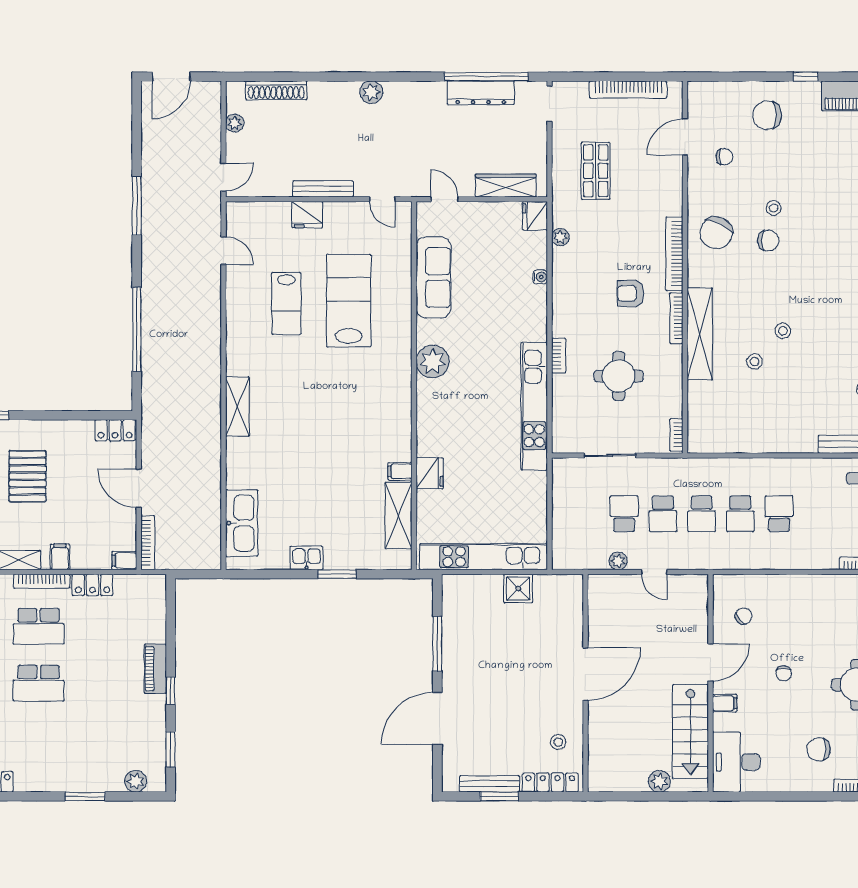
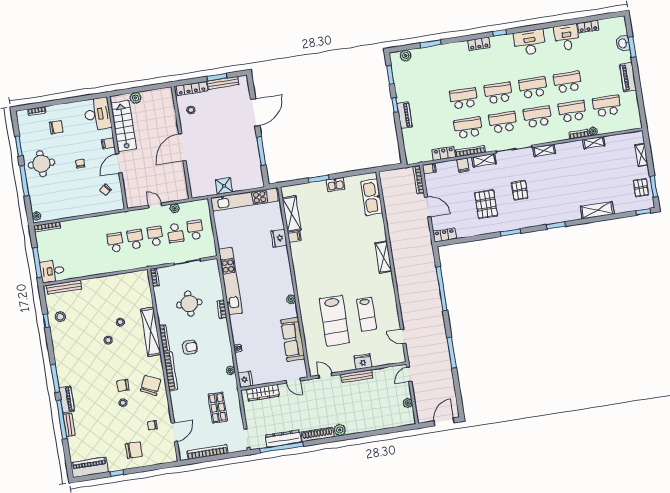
shoe rack: (276, 90) -> (317, 434), moved
lab bench: (286, 303) -> (366, 314), turned 180
plant: (433, 362) -> (291, 299), width x0.53, depth x0.53
school desk: (779, 514) -> (195, 230), moved, turned 180

